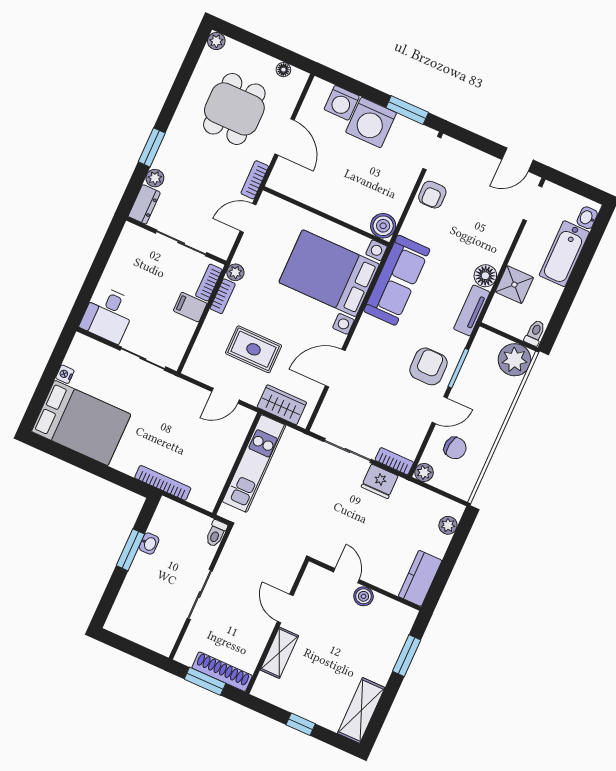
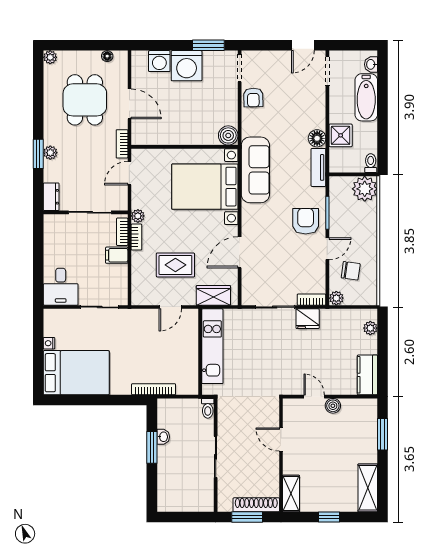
plant: (155, 178) -> (50, 153), moved
shelving: (279, 653) -> (291, 493), moved

